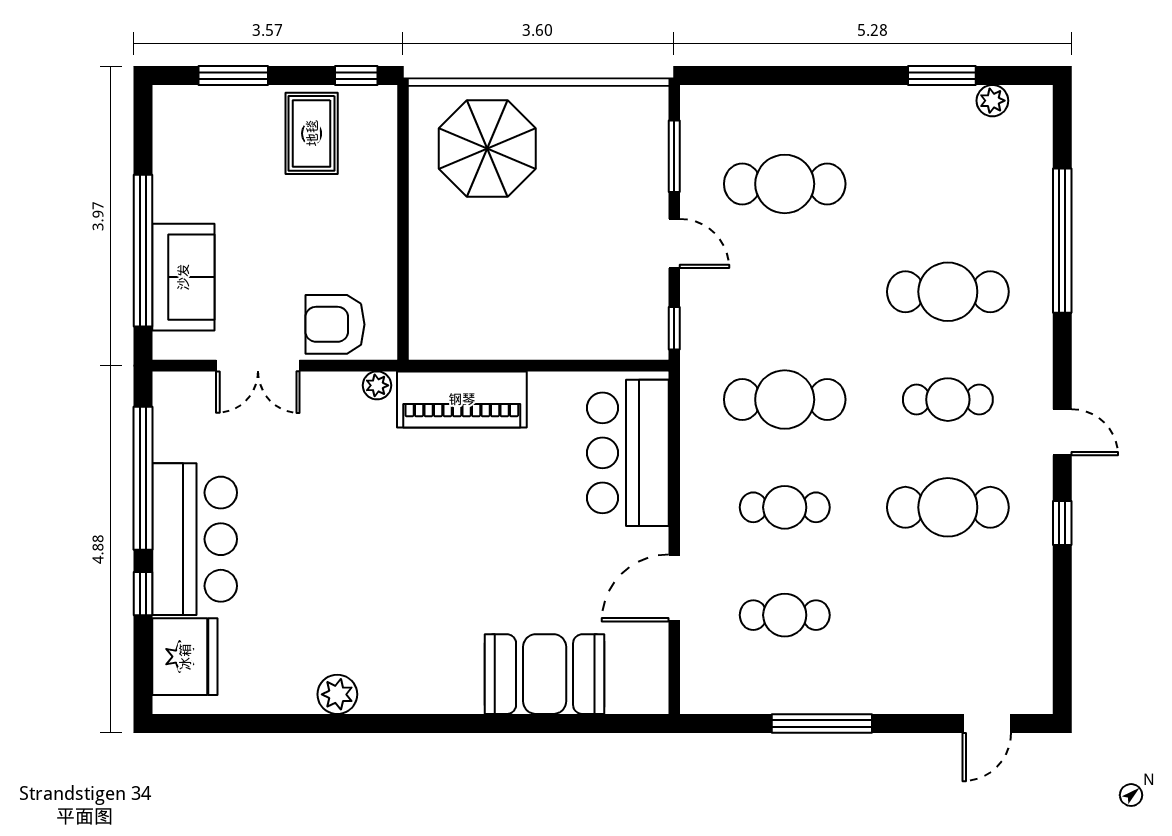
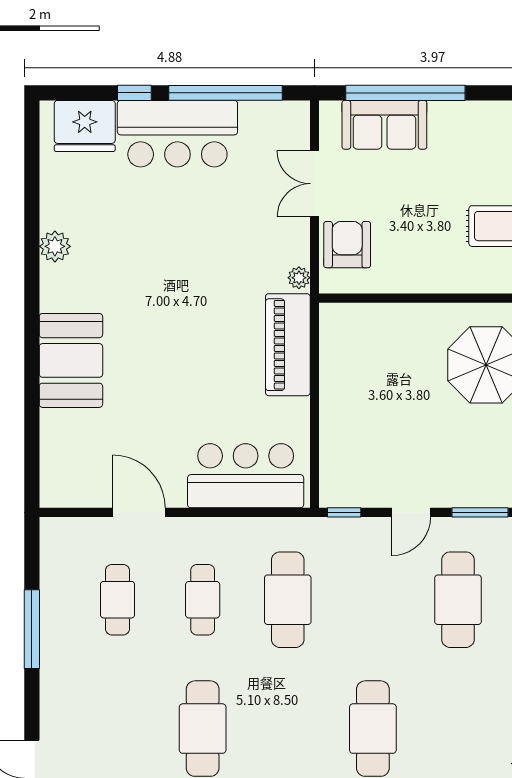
cafe table: (948, 400) -> (288, 729), removed
booth: (545, 674) -> (71, 360), moved

